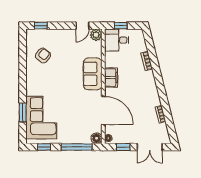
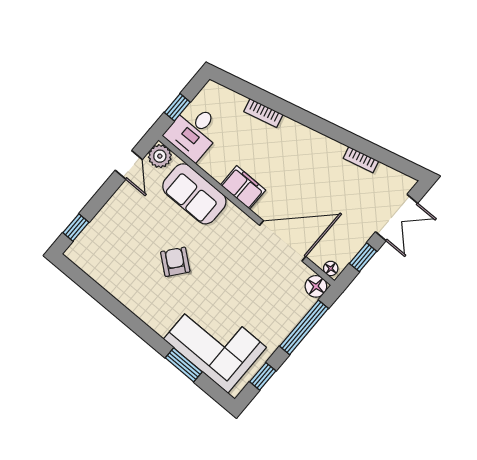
armchair: (43, 56) -> (175, 262), moved
sofa: (93, 74) -> (194, 194), moved

